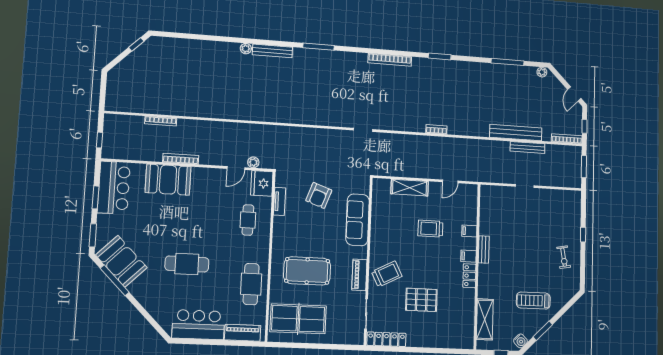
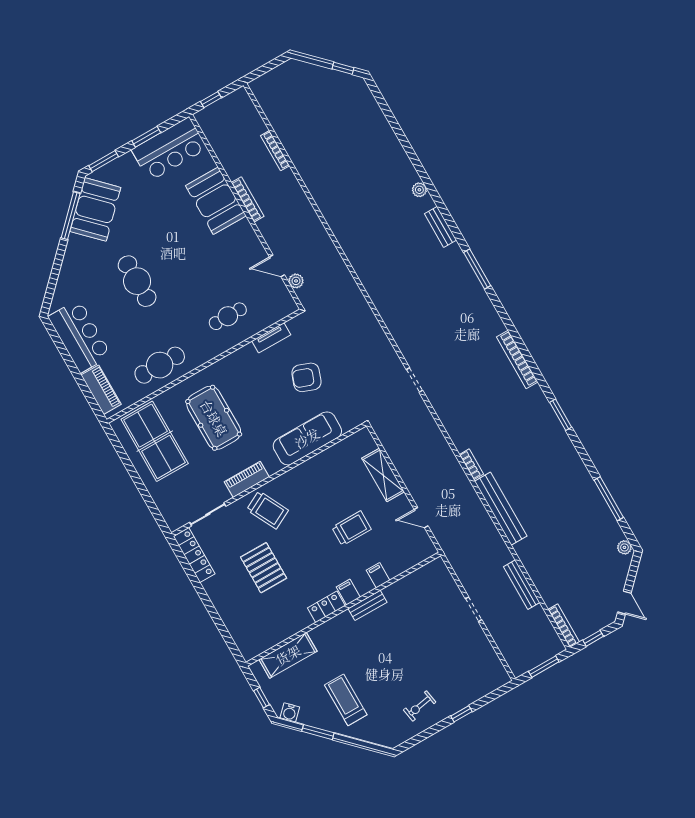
bench: (272, 51) -> (440, 227), width x0.73
door: (574, 94) -> (624, 603), swing flipped
bench: (516, 133) -> (501, 509), moved
fridge: (262, 183) -> (279, 305), removed
trolley: (430, 229) -> (351, 528), turned 90

